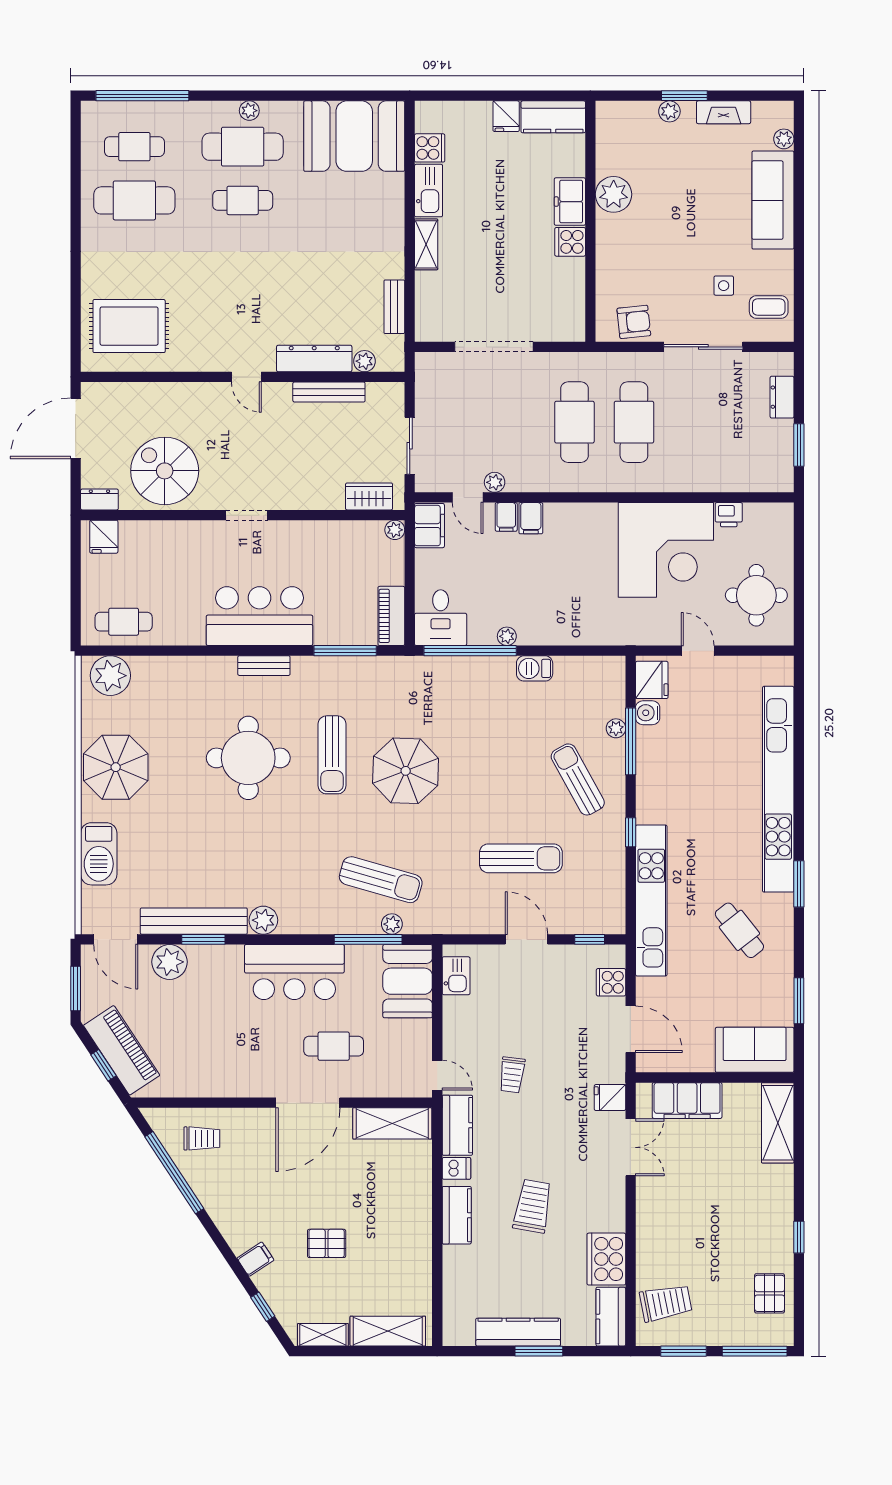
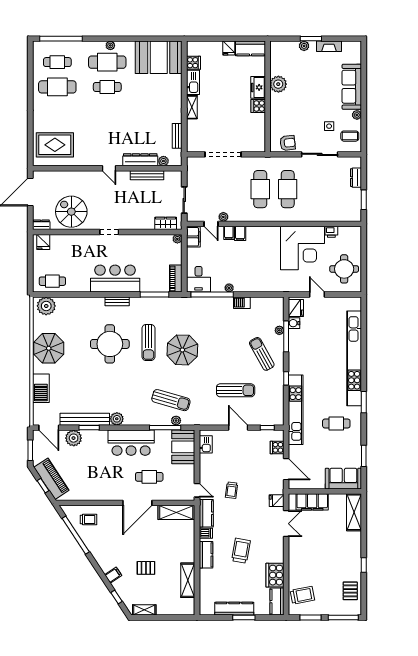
plant: (784, 139) -> (357, 115), moved
cafe table: (739, 930) -> (336, 423), turned -52
shelving: (388, 1331) -> (188, 580), moved, turned 90

